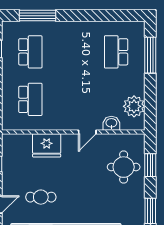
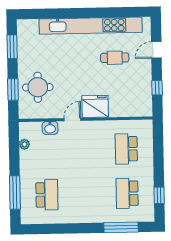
plant: (134, 106) -> (24, 144), width x0.53, depth x0.53
fridge: (47, 145) -> (95, 106), moved

